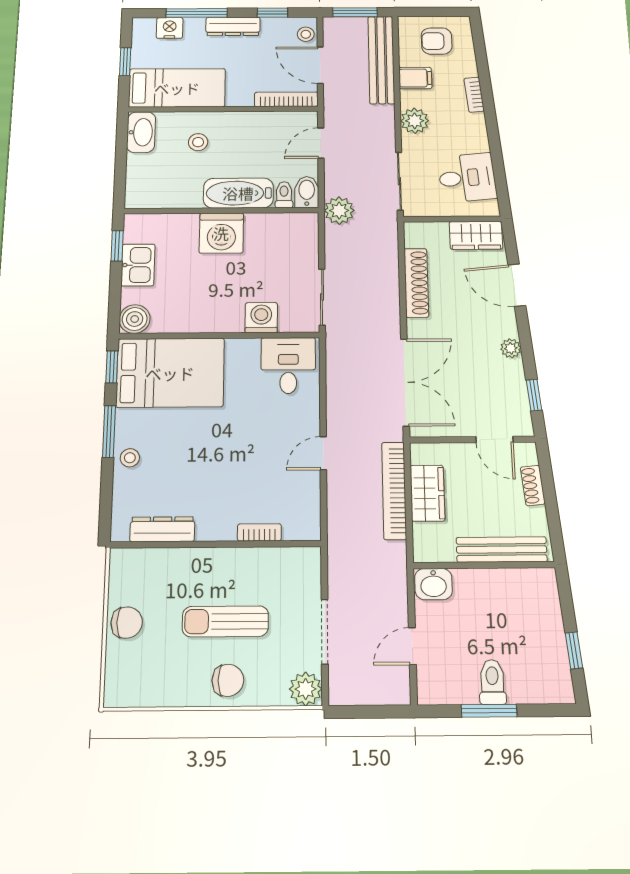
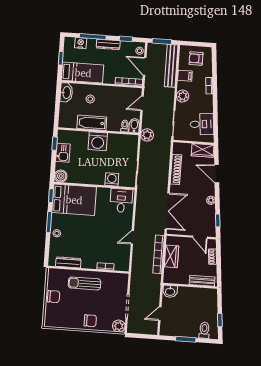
bathtub: (238, 193) -> (92, 123), moved
bench: (502, 549) -> (202, 281), width x0.73
sun lounger: (225, 621) -> (85, 283), moved
toilet: (492, 682) -> (204, 330), moved

